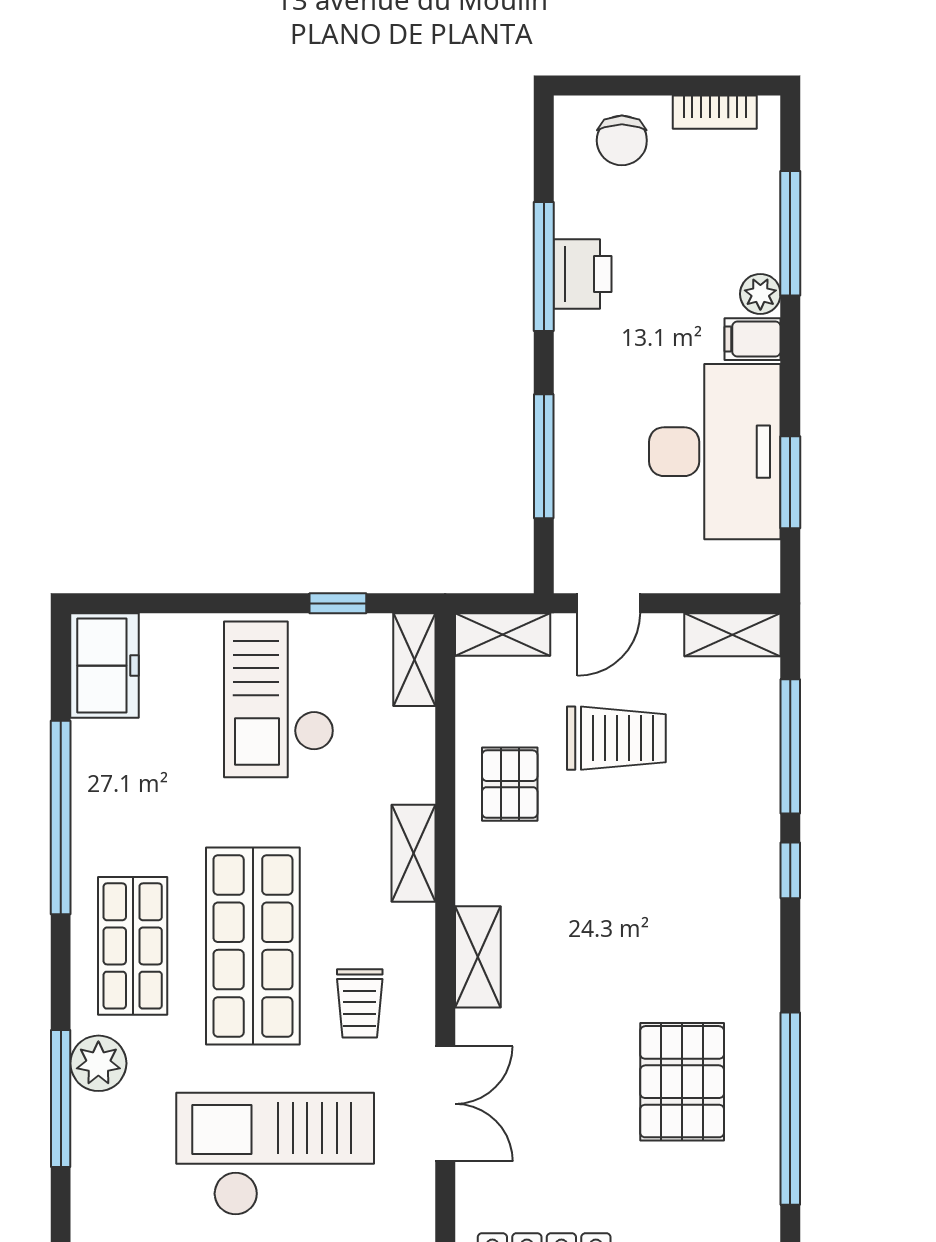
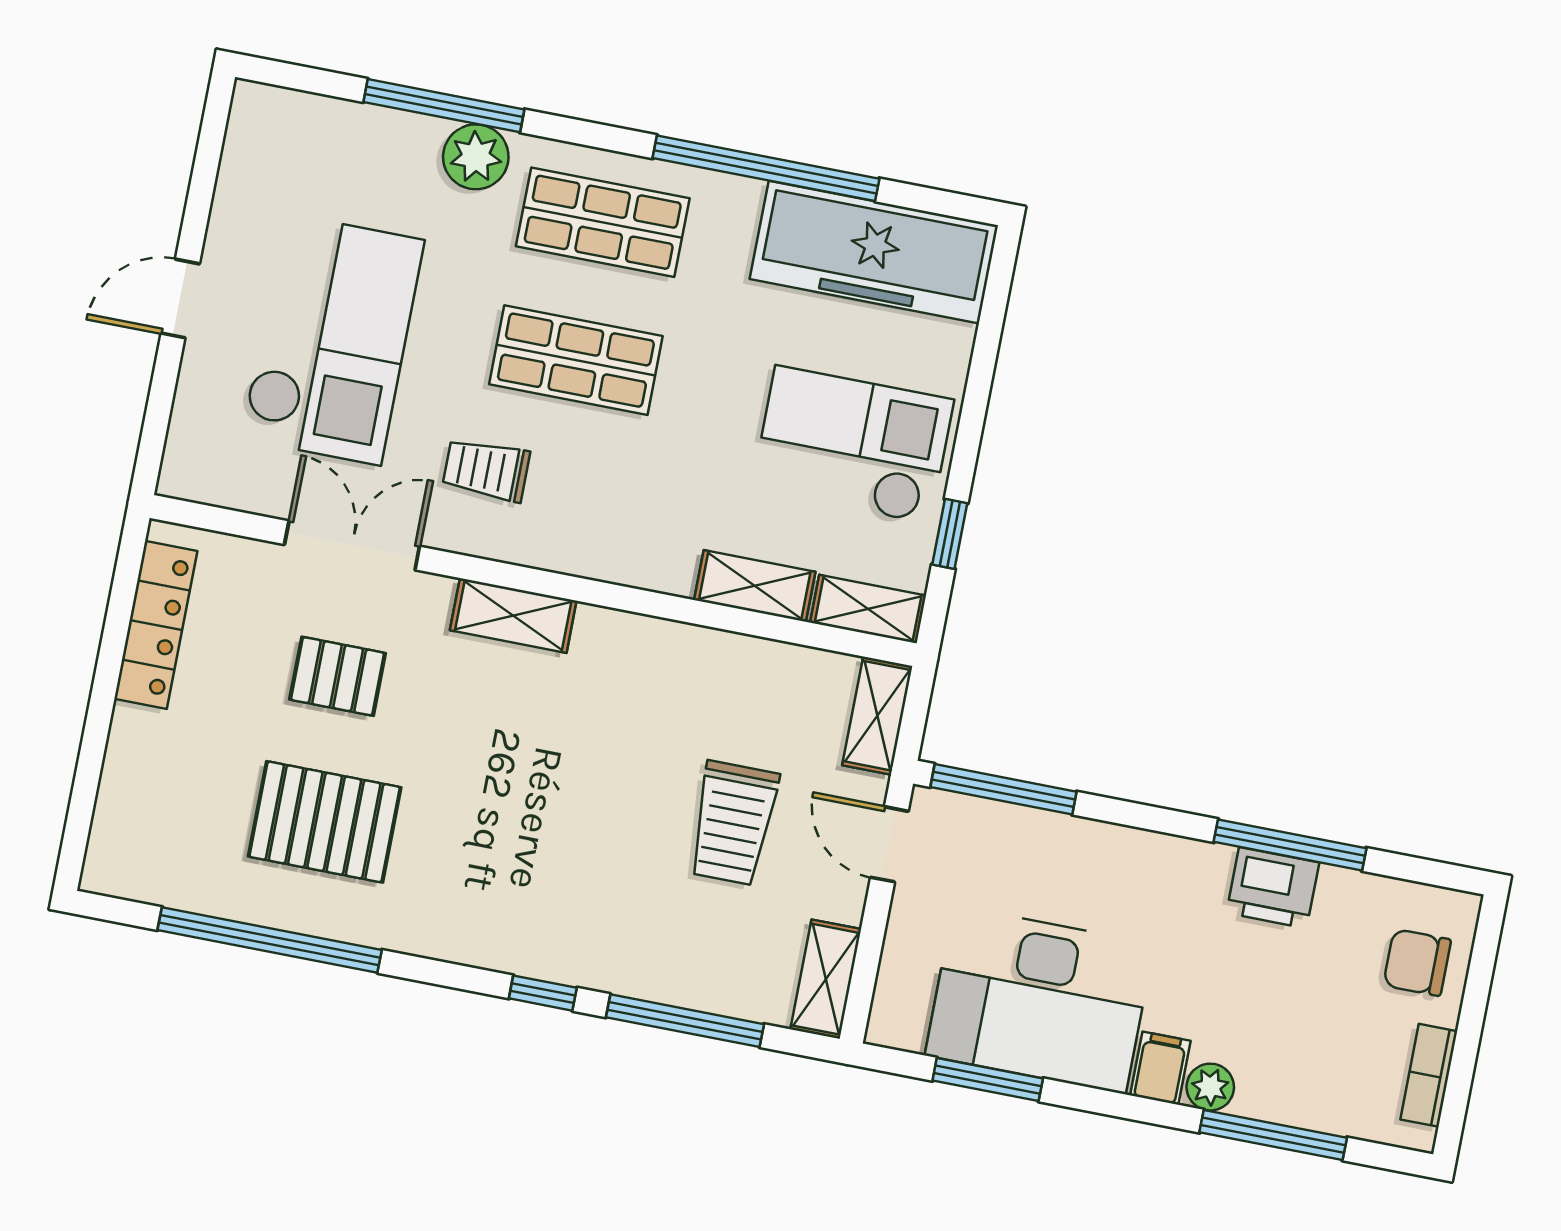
window: (544, 456) -> (1004, 789), moved
freezer: (105, 666) -> (874, 252), width x1.91, depth x1.26
pallet: (510, 784) -> (338, 676), moved
shelving: (413, 853) -> (755, 586), moved
shop shelf: (253, 946) -> (576, 360), width x0.70, depth x0.74
double door: (445, 1104) -> (352, 545), swing flipped

